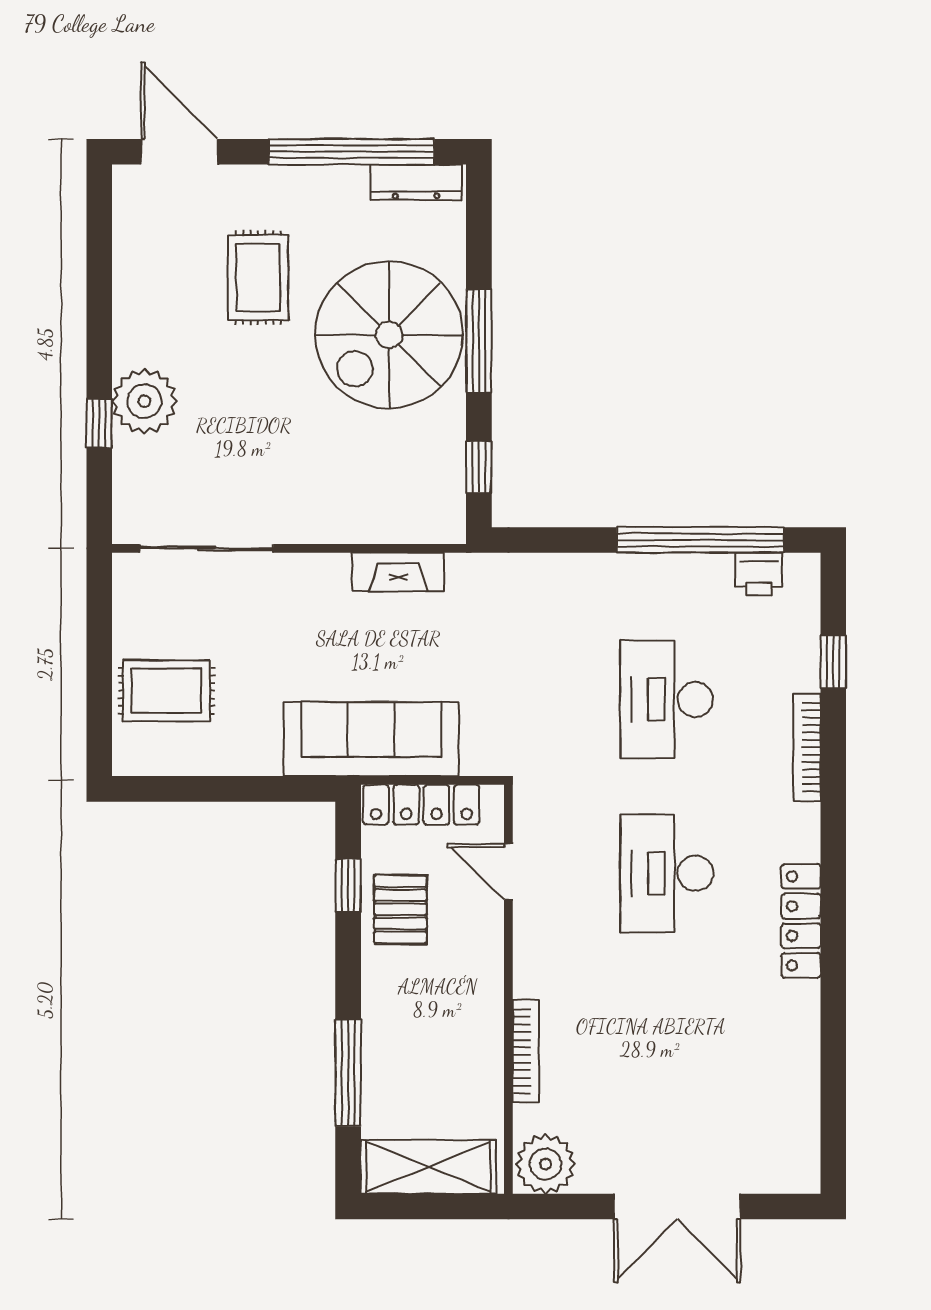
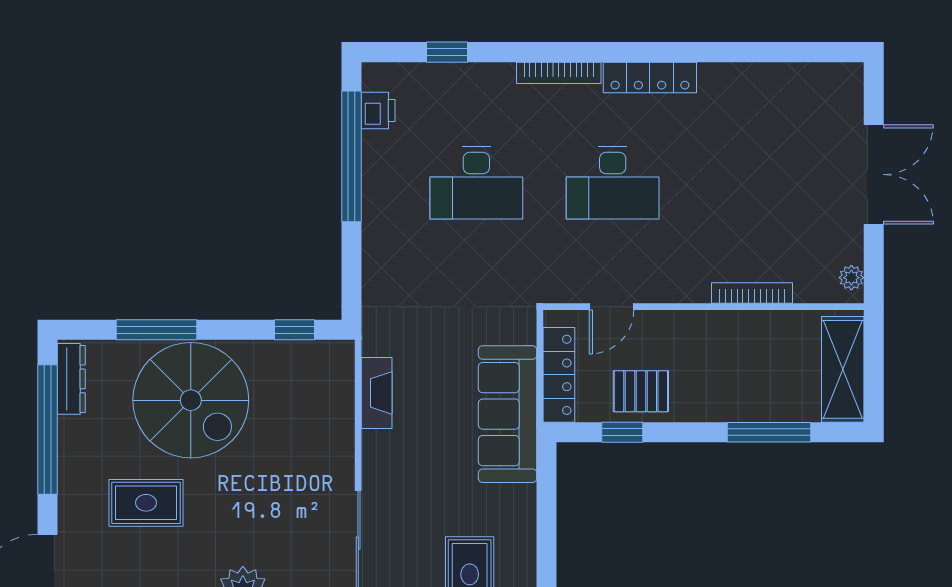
window: (479, 341) -> (156, 330), moved
bookcase: (807, 747) -> (559, 73), moved
plant: (546, 1164) -> (851, 278), width x0.53, depth x0.53

